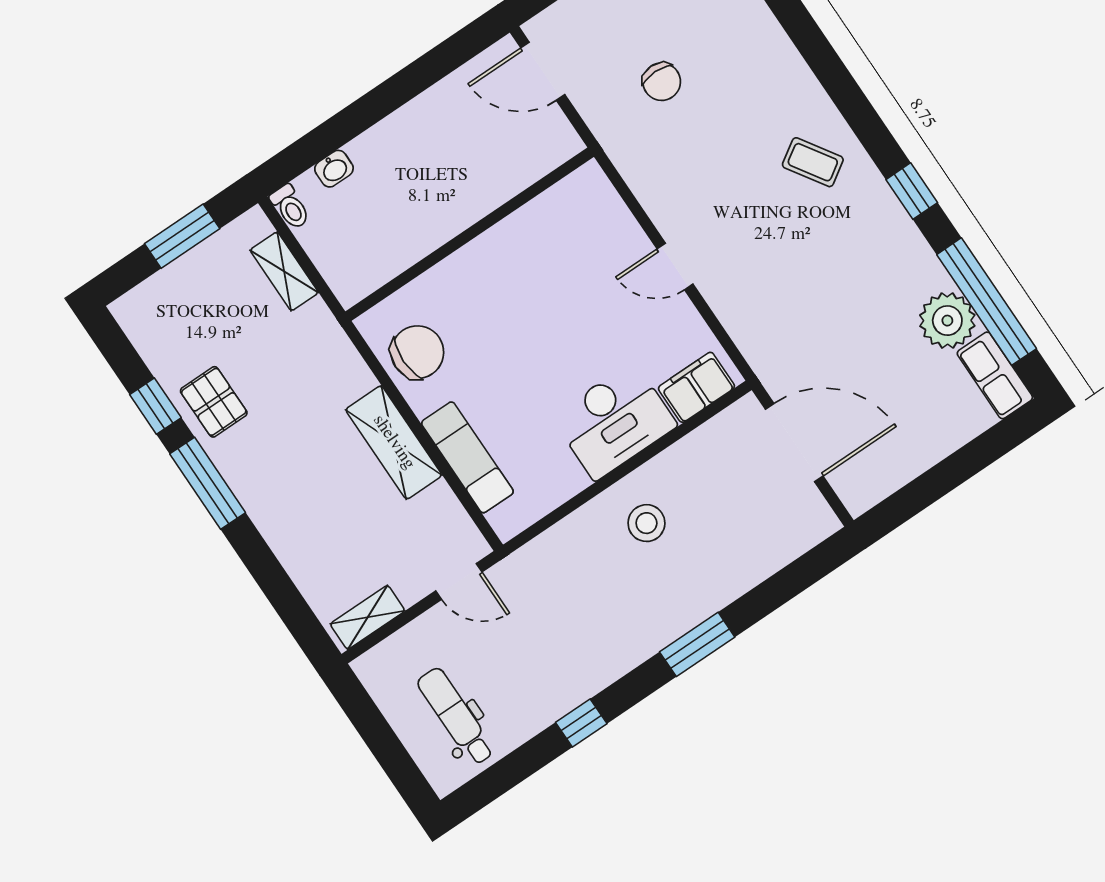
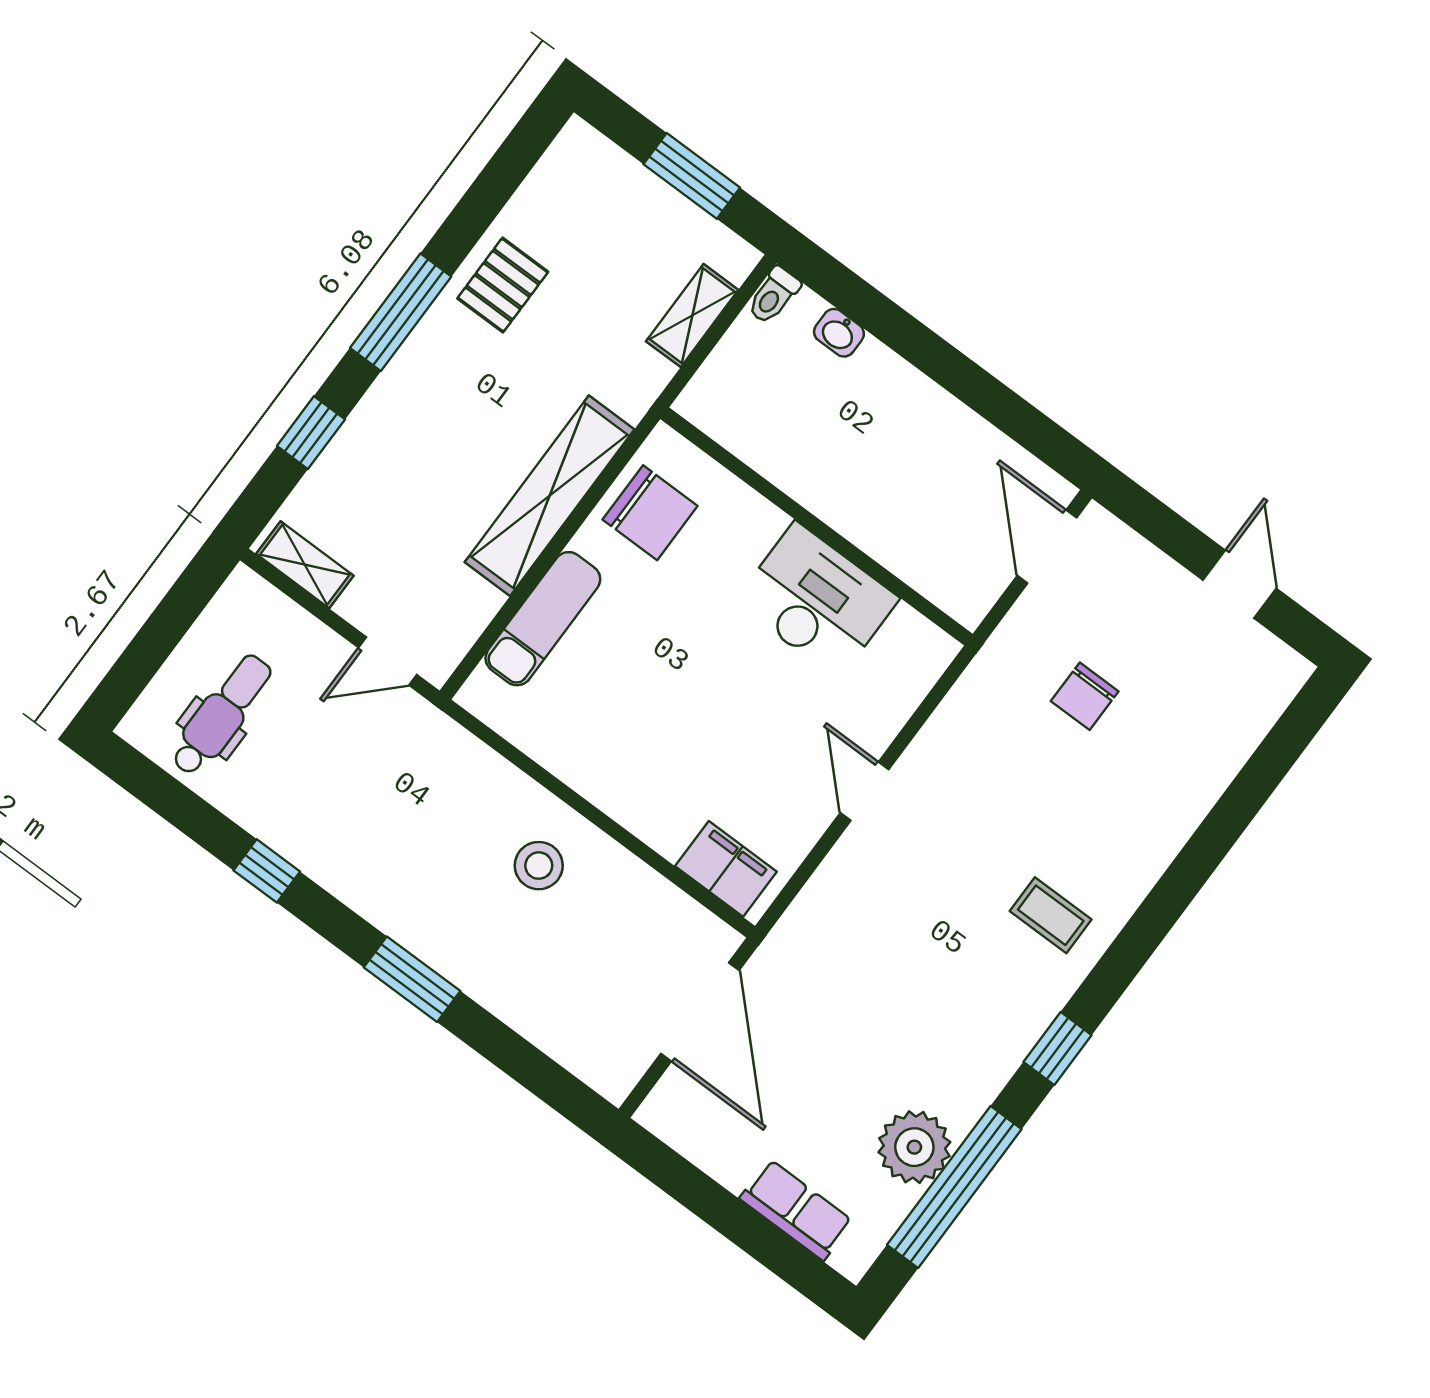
coffee table: (813, 162) -> (1051, 915), turned -57
row of seats: (995, 375) -> (796, 1210), moved, turned 90
window: (155, 406) -> (311, 433), moved
desk: (614, 421) -> (817, 600), moved, turned 180
shelving: (394, 442) -> (550, 496), width x1.47
door: (459, 581) -> (388, 661), hinge flipped

